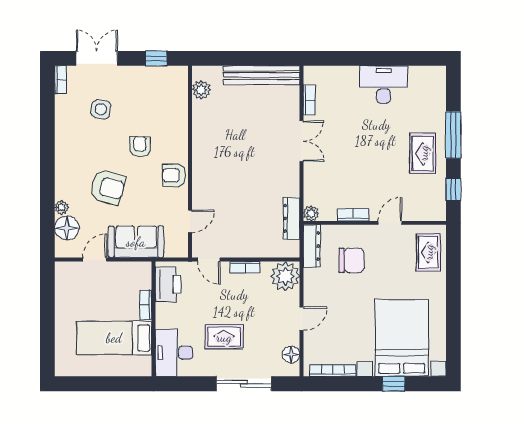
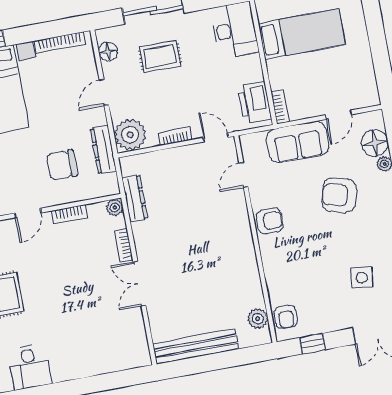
desk: (384, 84) -> (30, 367), moved, width x0.73
bookcase: (309, 100) -> (124, 245), moved
armchair: (140, 146) -> (286, 317), moved
dresser: (312, 246) -> (103, 150), moved
bookcase: (146, 305) -> (280, 107), moved
rug: (224, 337) -> (160, 57), moved

